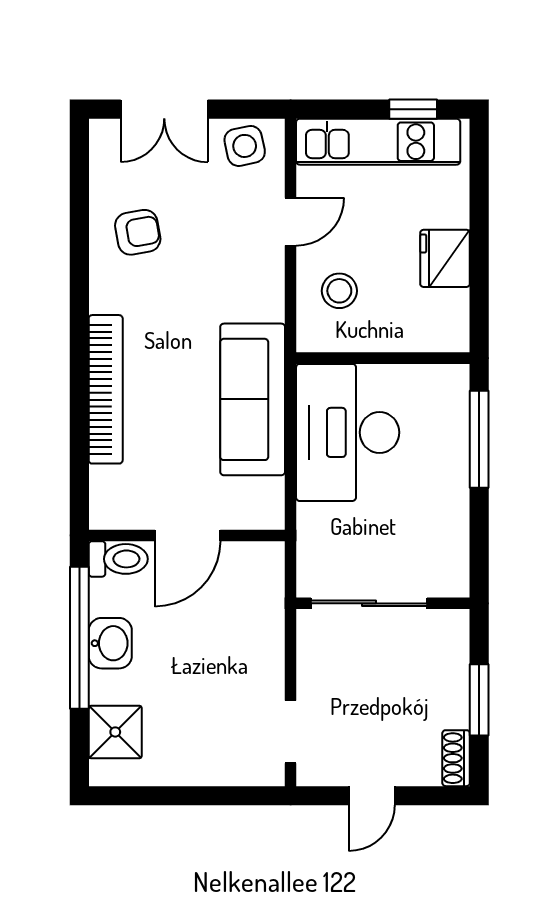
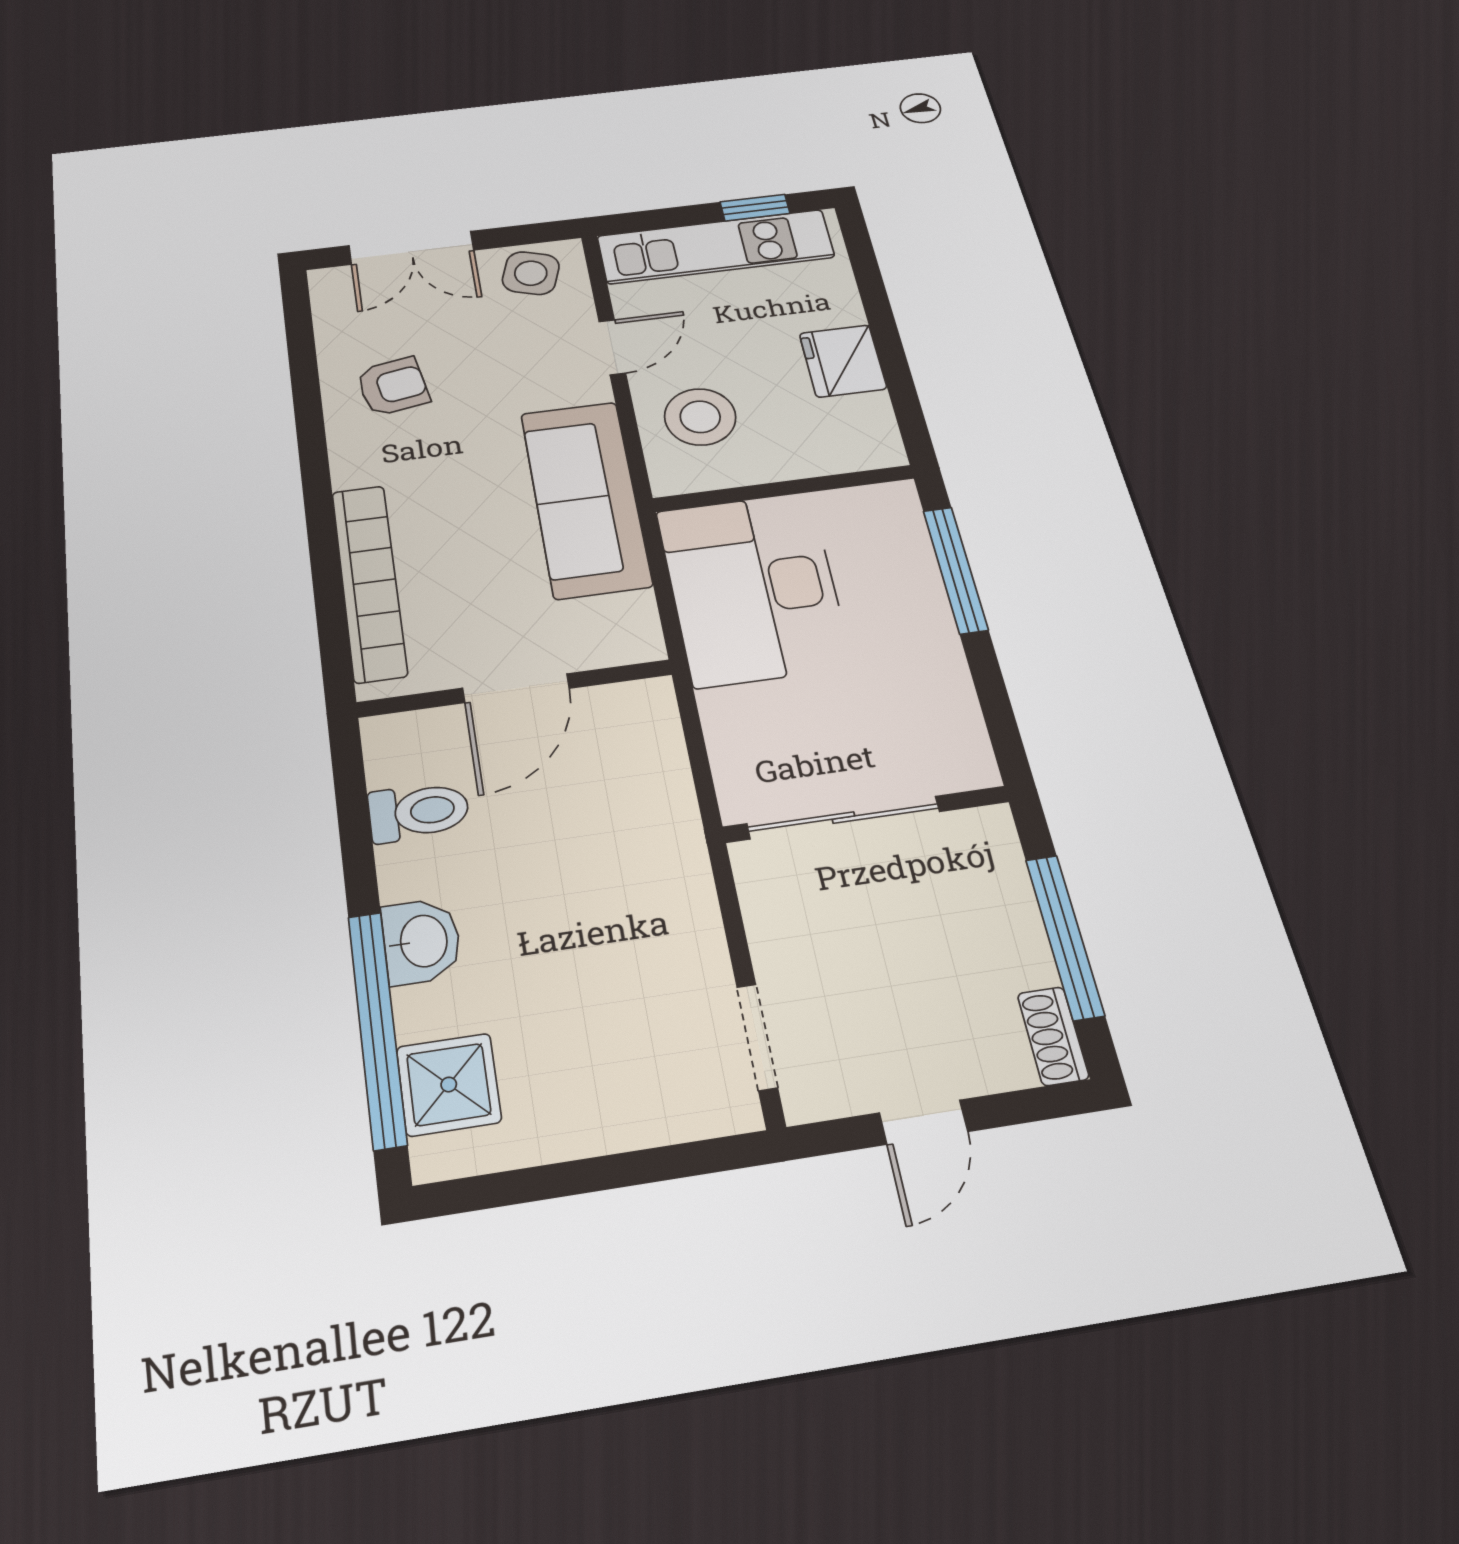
side table: (245, 146) -> (531, 273), turned 30
stool: (339, 291) -> (700, 417), width x1.38, depth x1.38
sofa: (253, 399) -> (586, 498), moved
wall: (187, 535) -> (515, 688), moved
door: (188, 535) -> (516, 688), moved
window: (79, 638) -> (377, 1028), moved
window: (479, 700) -> (1065, 937), width x1.44

